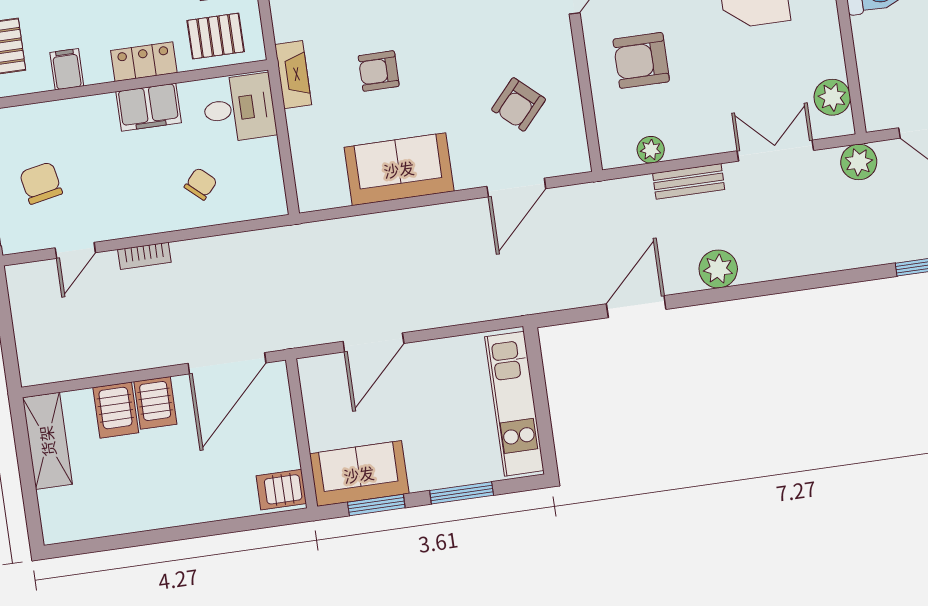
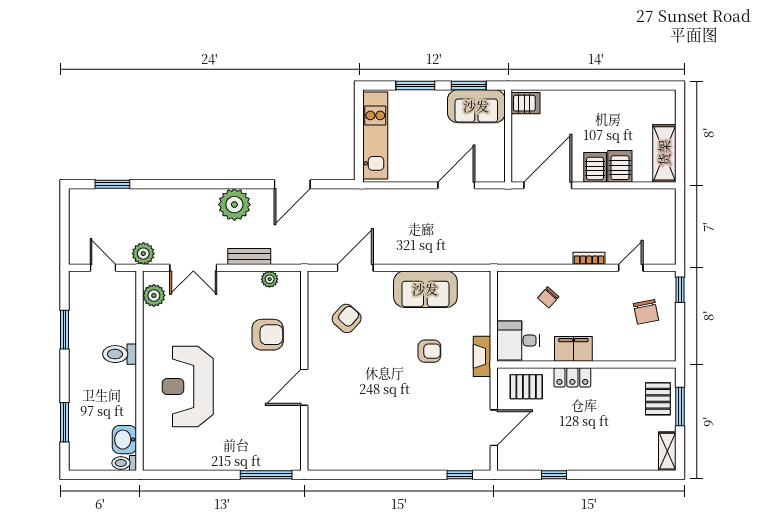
filing cabinet: (67, 69) -> (620, 379), removed
plant: (718, 269) -> (234, 205), width x1.36, depth x1.36

